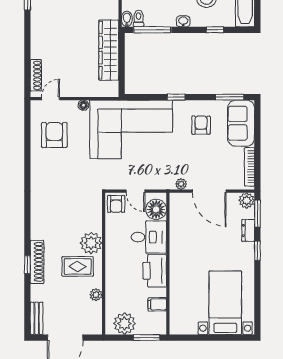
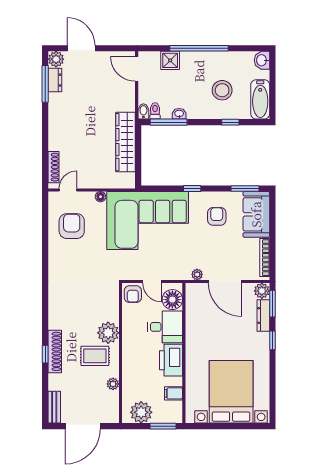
washbasin: (183, 21) -> (179, 114), moved
dresser: (248, 230) -> (263, 316), width x1.44
bed with nightstands: (225, 303) -> (231, 392), width x1.36

